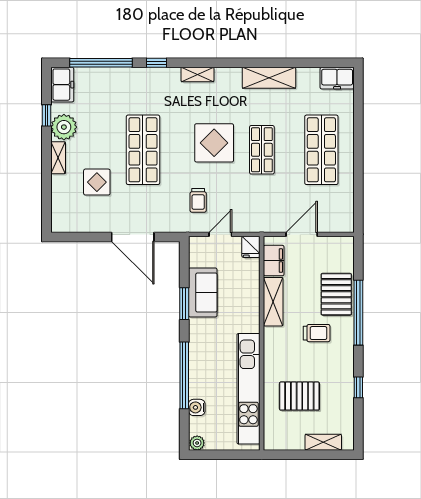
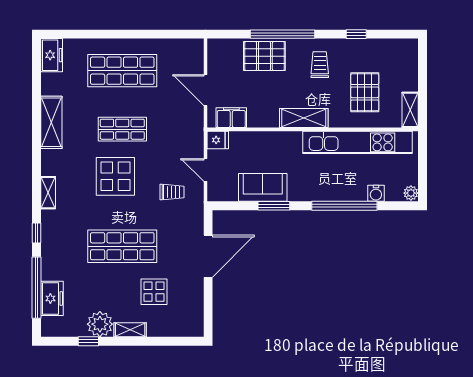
freezer: (62, 85) -> (52, 298), moved, turned 90
shelving: (273, 302) -> (304, 118), moved
trolley: (317, 333) -> (320, 65), moved
shelving: (323, 442) -> (410, 110), moved

